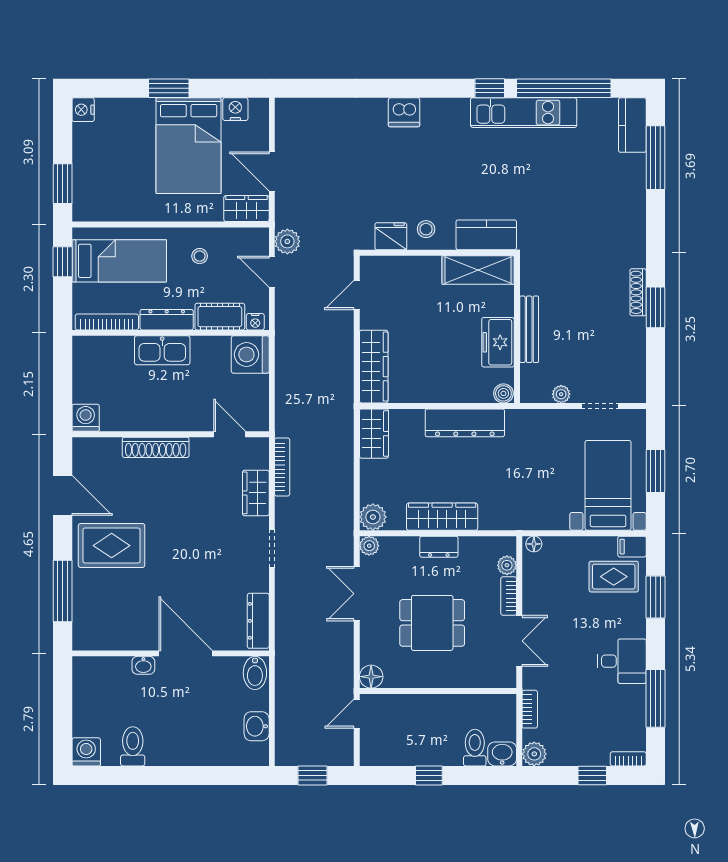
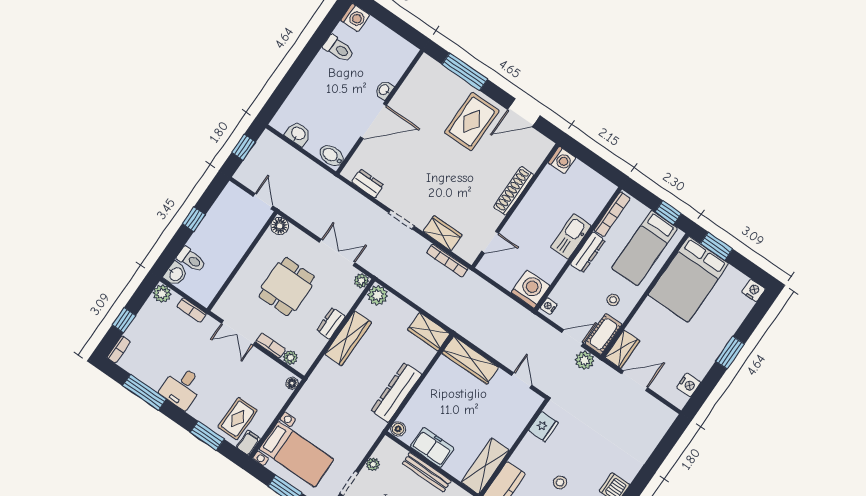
bed: (189, 146) -> (688, 279), moved, turned -90
stool: (426, 229) -> (560, 482), moved
cot: (220, 317) -> (603, 334), moved
dresser: (258, 621) -> (368, 184), width x0.70

